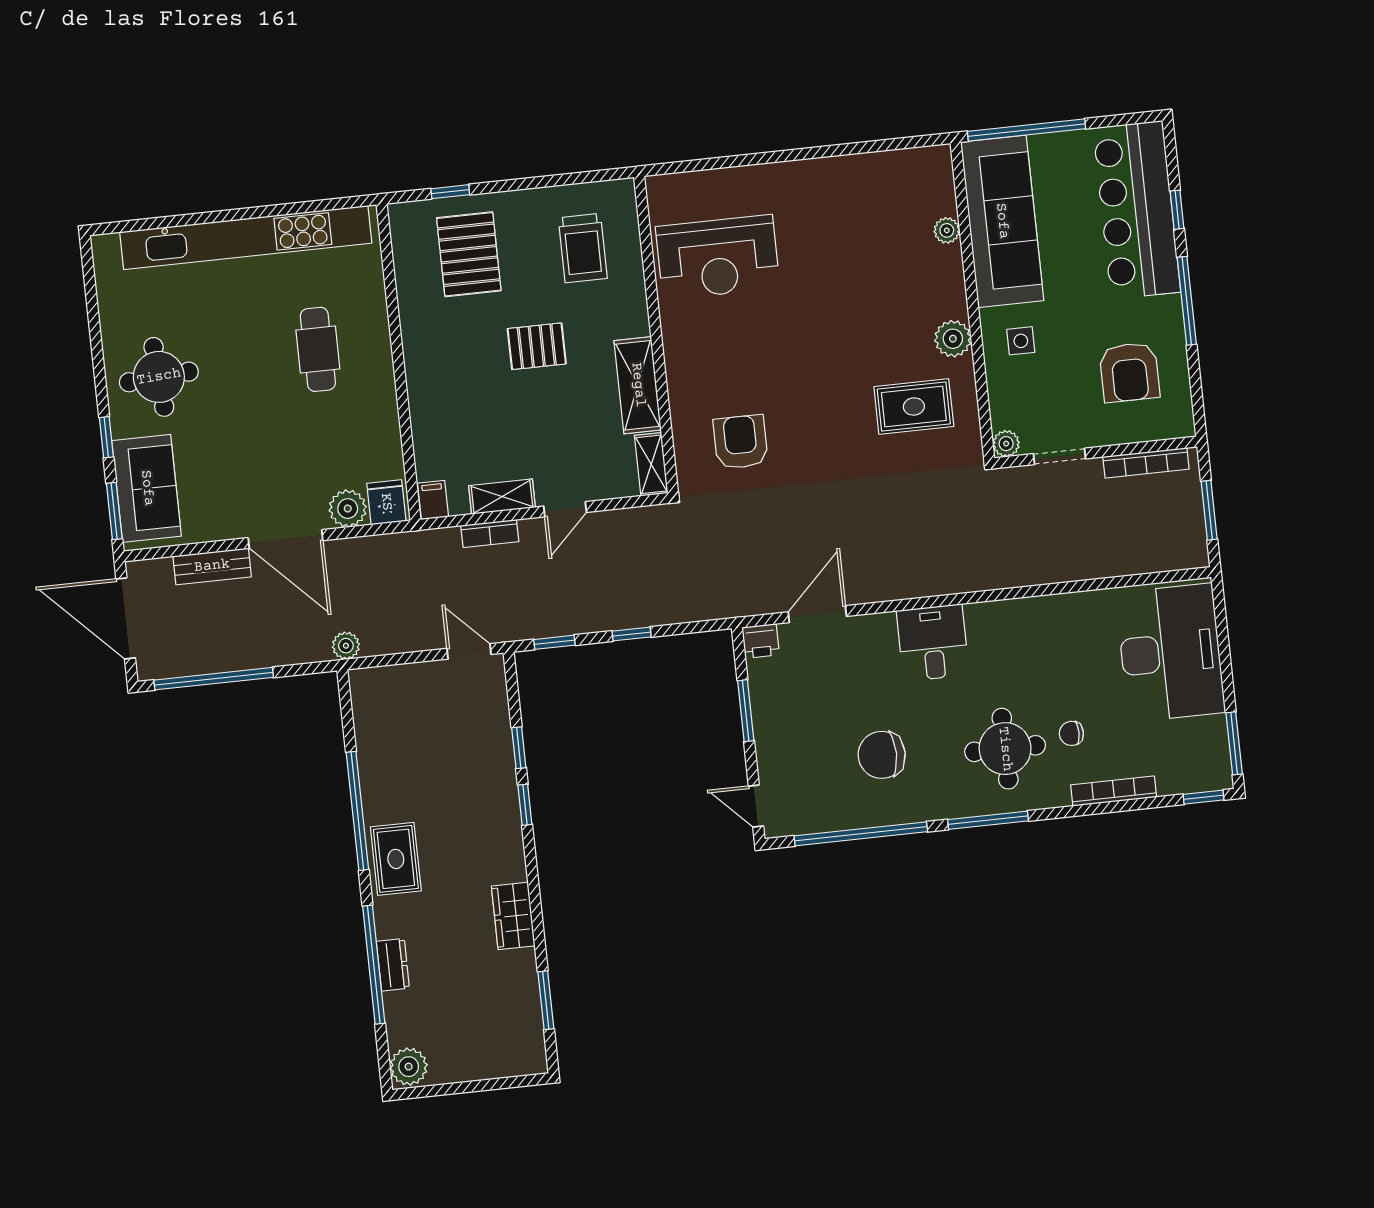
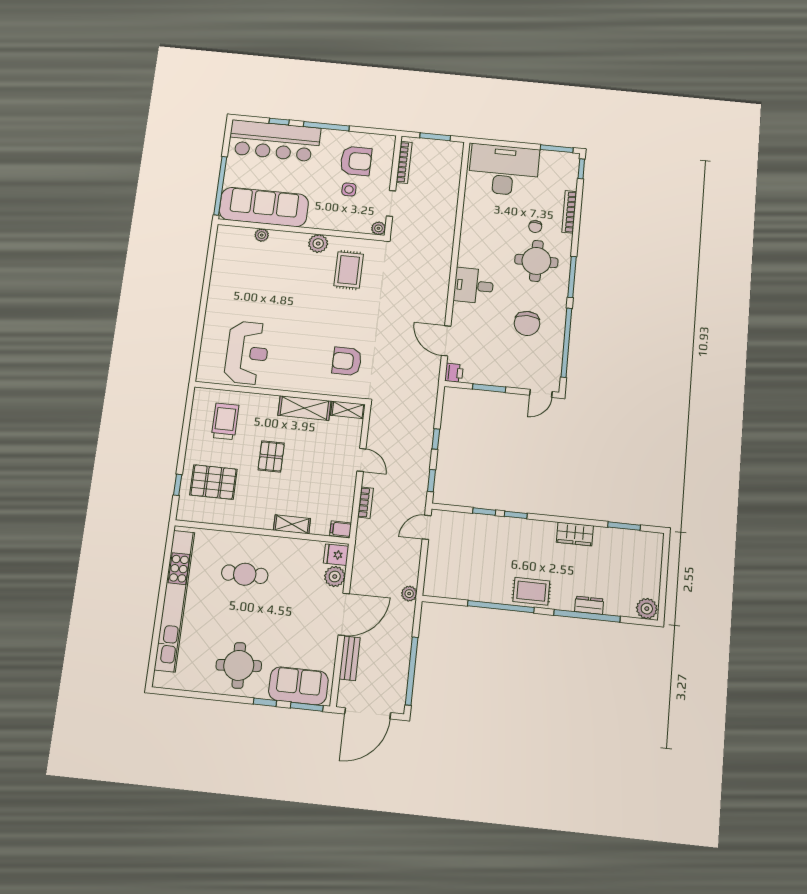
trolley: (583, 248) -> (225, 421), turned -90
side table: (1021, 341) -> (349, 189), moved
shelving: (502, 497) -> (292, 524), moved, turned 90

